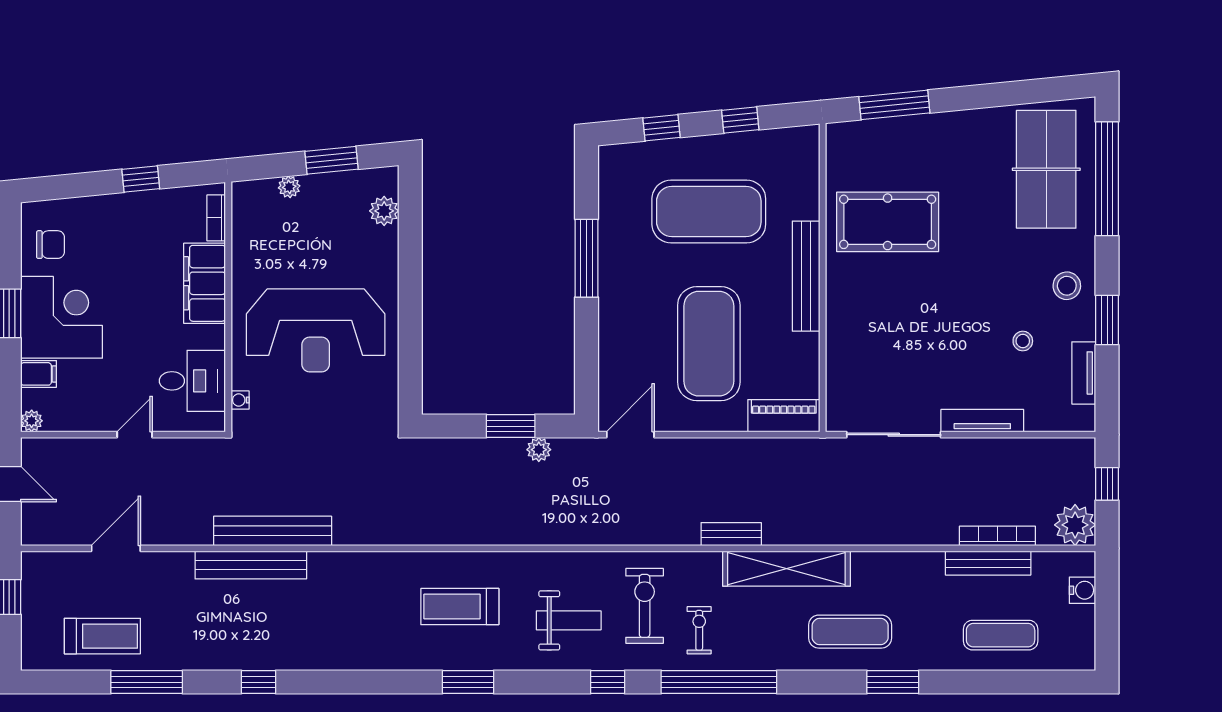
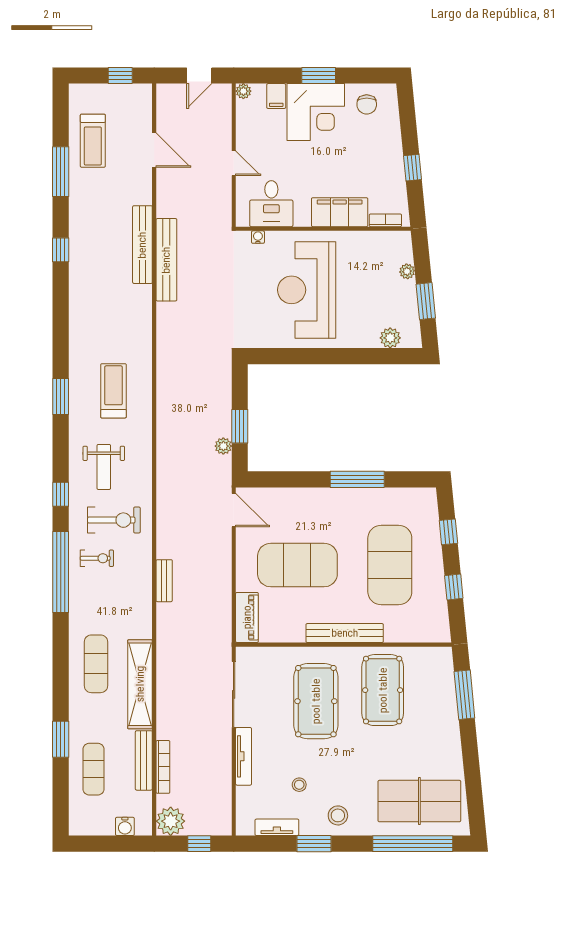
pool table: (903, 317) -> (316, 701), added
shelving: (786, 569) -> (140, 684), moved
window: (893, 682) -> (61, 739), moved

